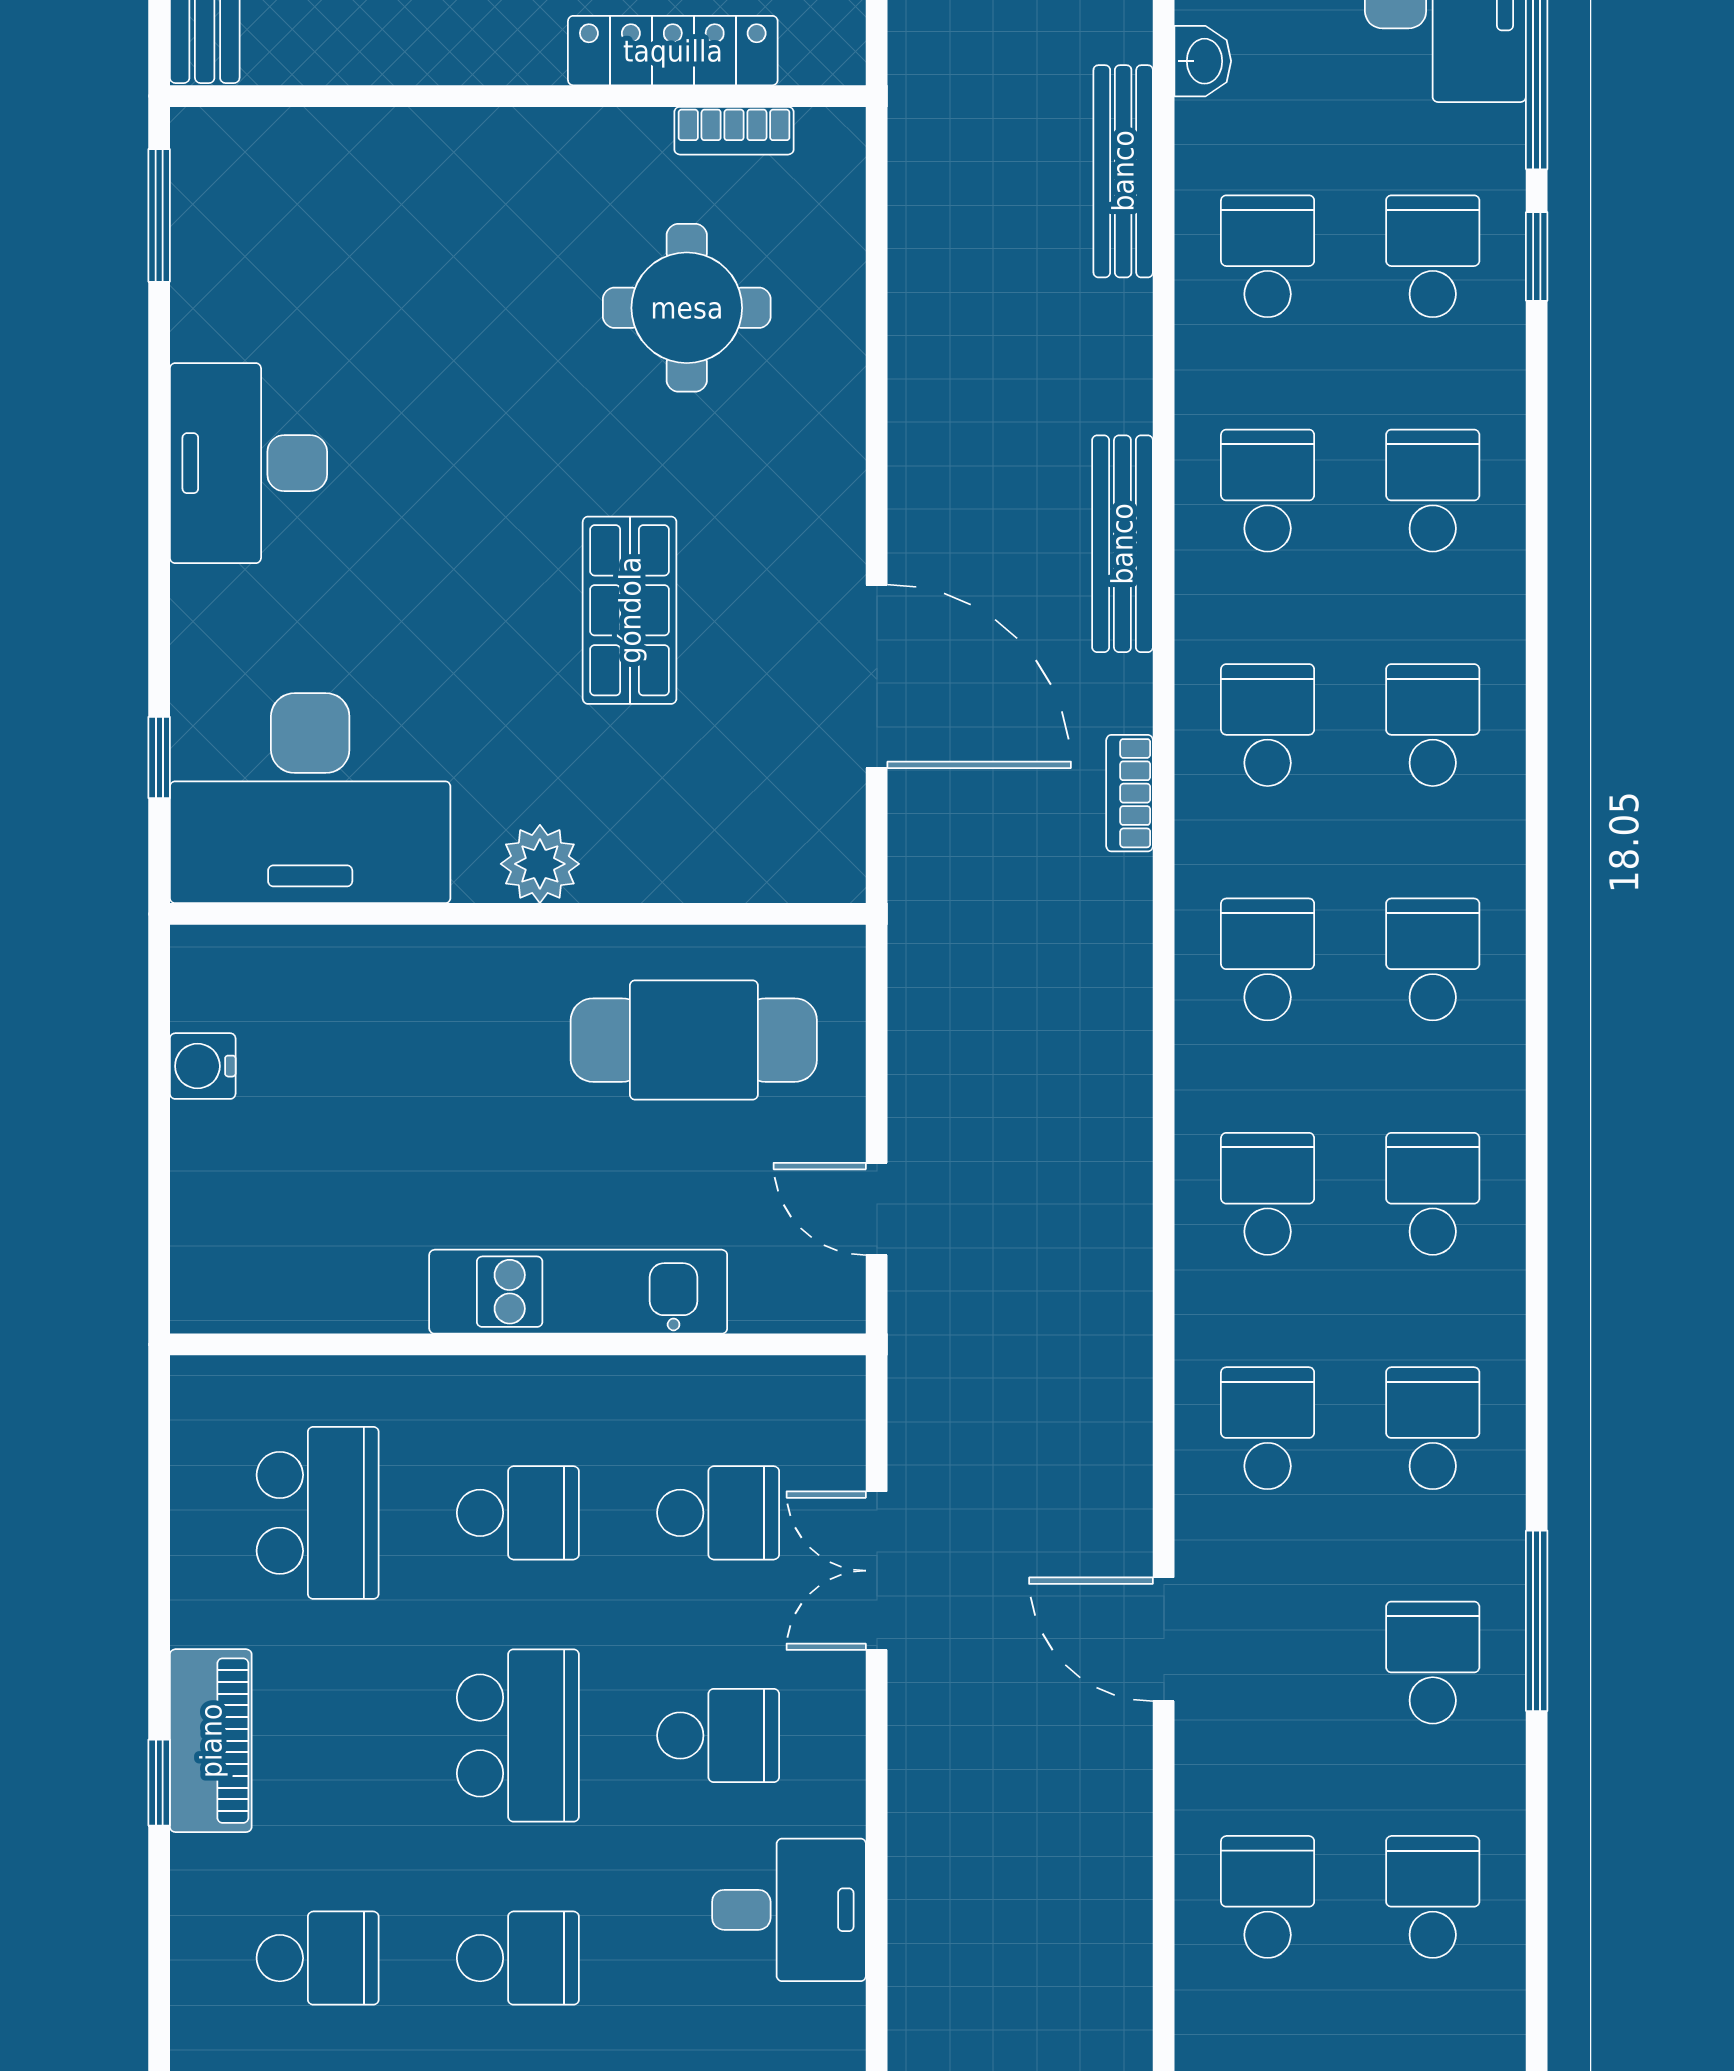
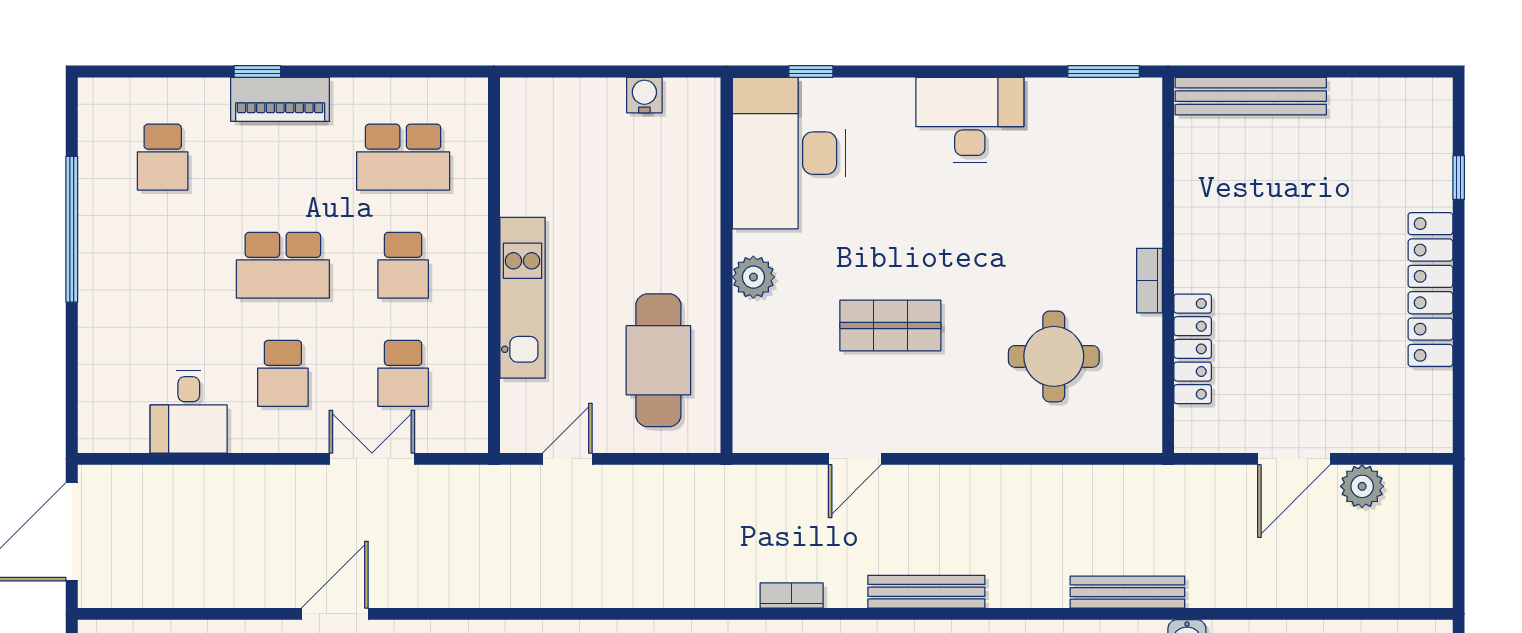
bookcase: (734, 131) -> (1149, 281), moved
door: (877, 676) -> (855, 459), width x0.53
school desk: (518, 1958) -> (163, 265), removed

